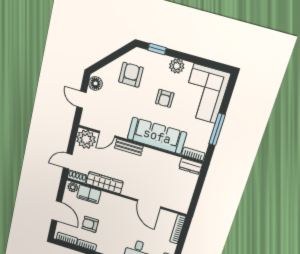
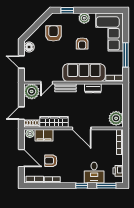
dresser: (190, 166) -> (93, 88), moved
plant: (181, 201) -> (116, 118), added
door: (149, 204) -> (82, 128), moved

